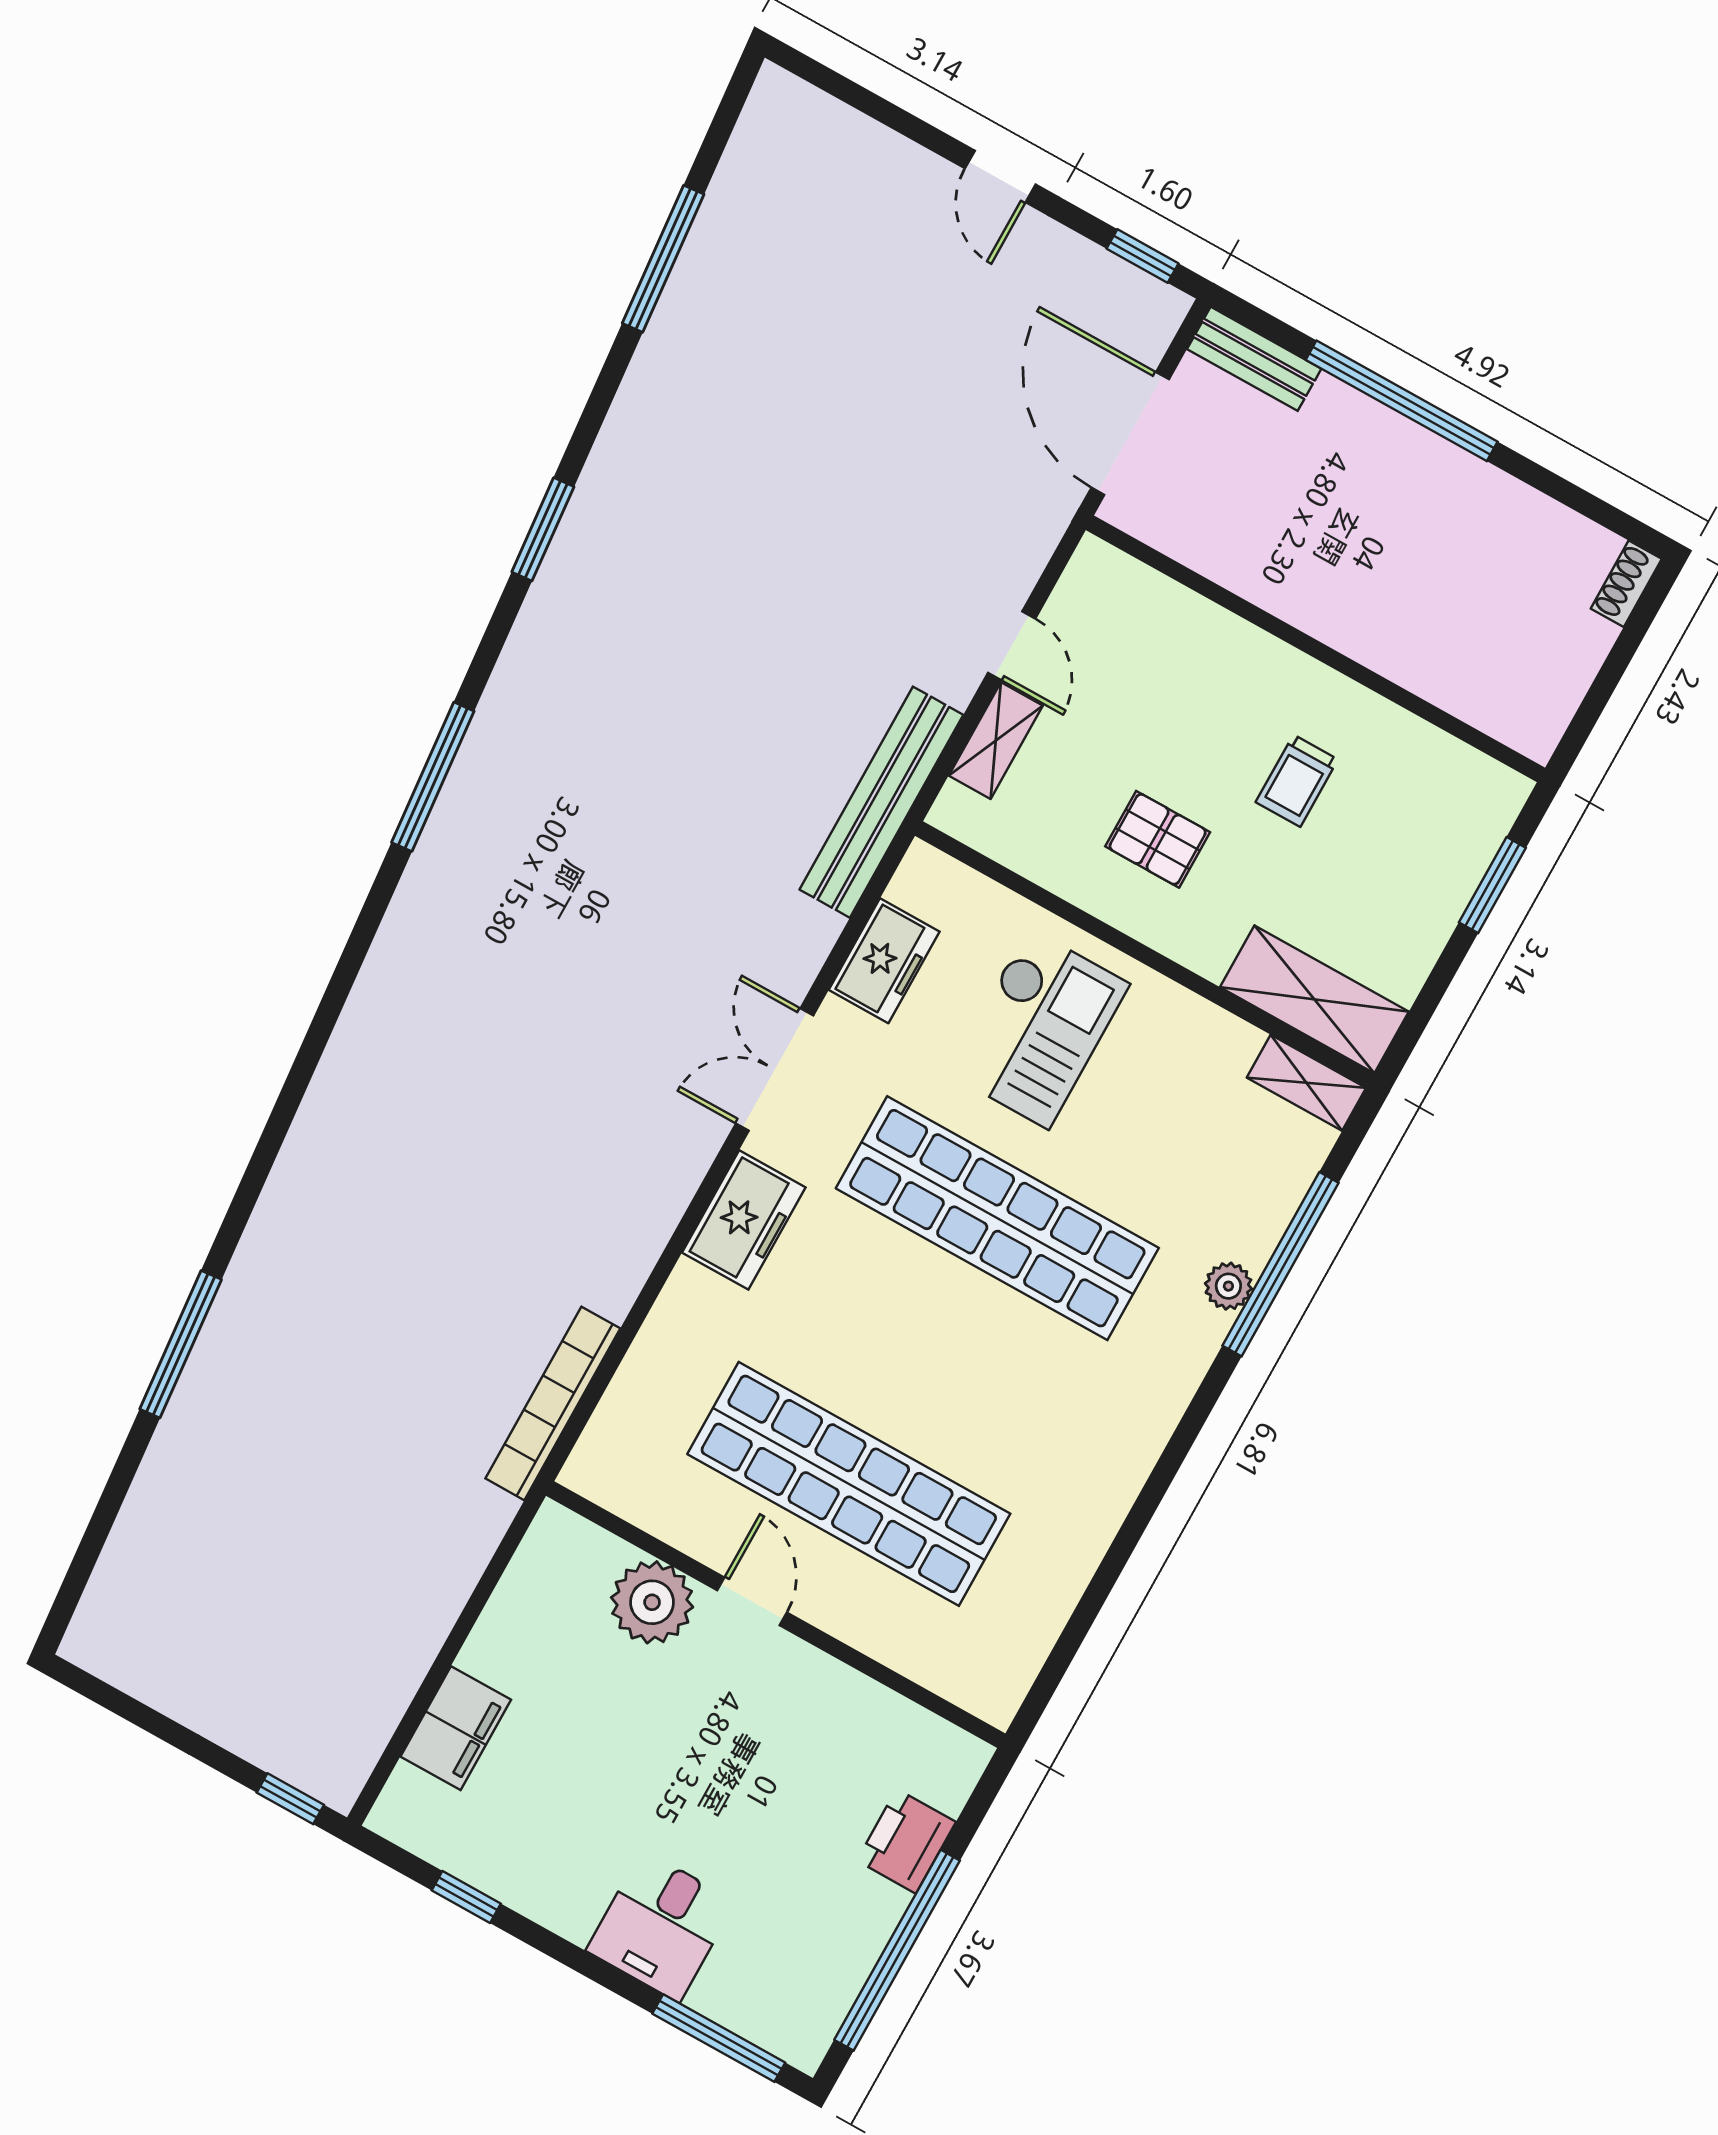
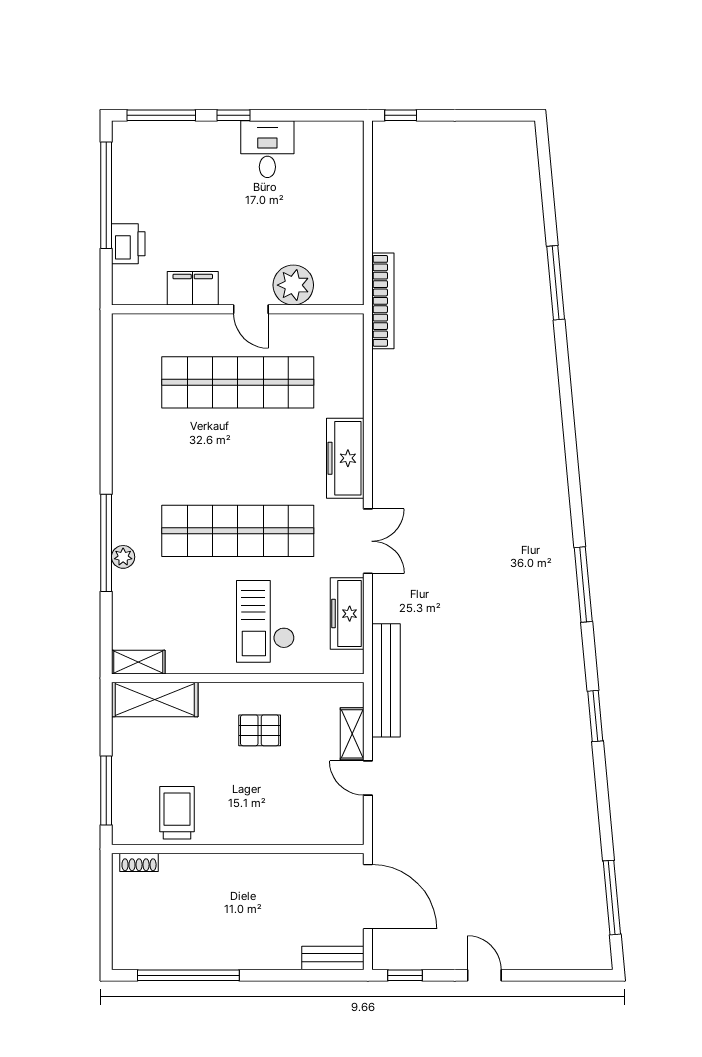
window: (663, 259) -> (612, 898), moved
window: (1402, 401) -> (188, 975), moved
shoe rack: (1626, 584) -> (139, 862), moved, turned 90
trolley: (1297, 781) -> (177, 813), moved, width x1.36, depth x1.39
window: (1492, 885) -> (106, 791), width x1.44
freezer: (884, 961) -> (347, 614), width x1.40
freezer: (744, 1220) -> (345, 458), width x1.40
window: (1280, 1264) -> (106, 543), moved
bookcase: (553, 1403) -> (383, 301), moved
filing cabinet: (456, 1728) -> (193, 288), moved, turned 90
window: (466, 1897) -> (234, 115), moved
desk: (661, 1926) -> (267, 149), moved

